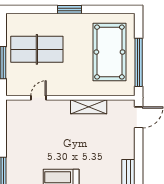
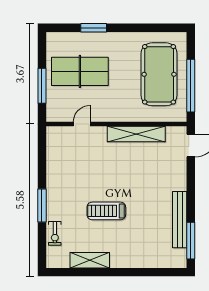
window: (69, 9) -> (94, 28), moved
shelving: (89, 107) -> (136, 134), width x1.47

